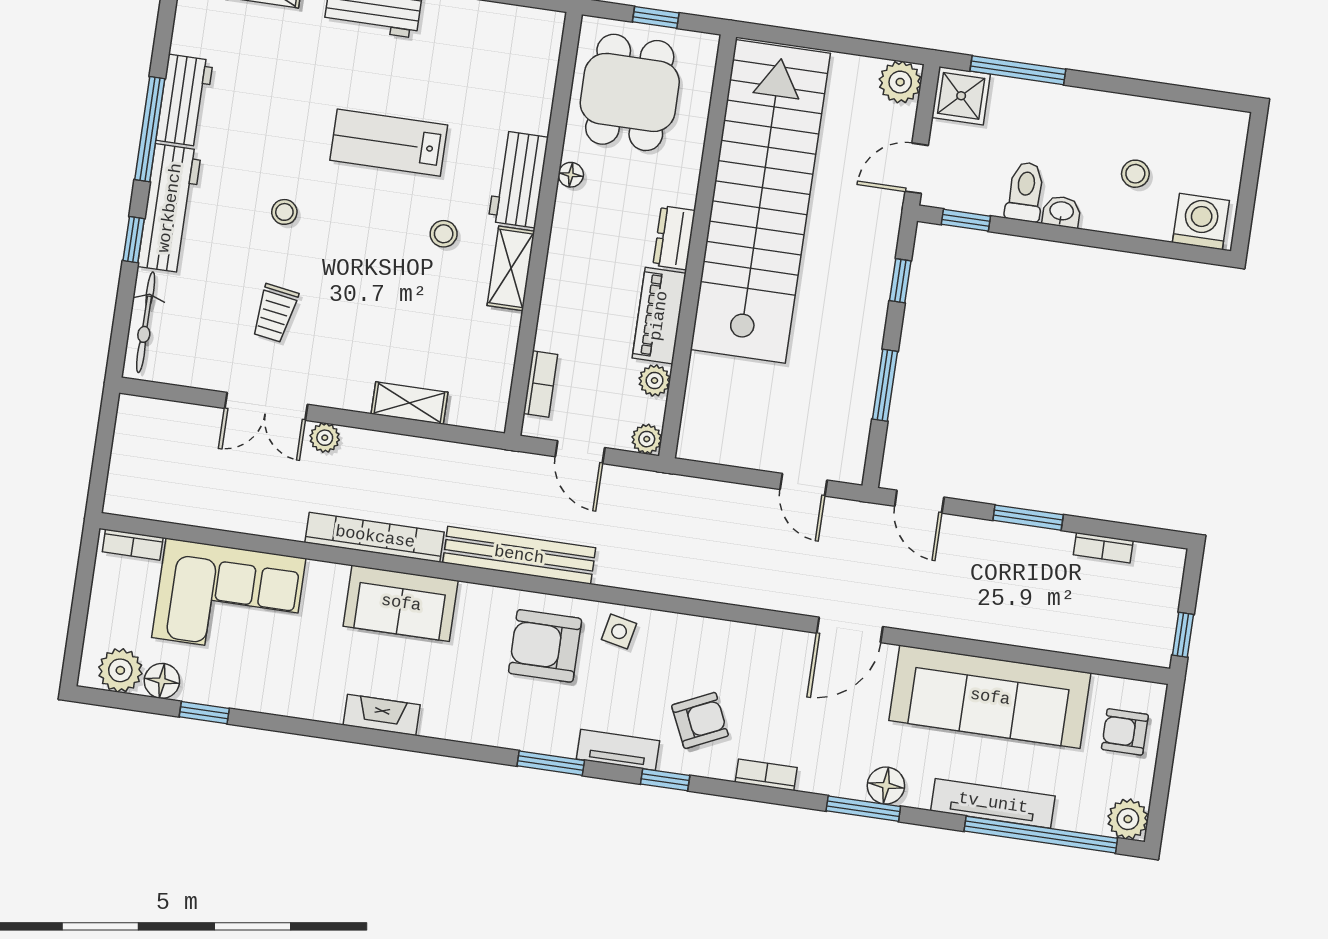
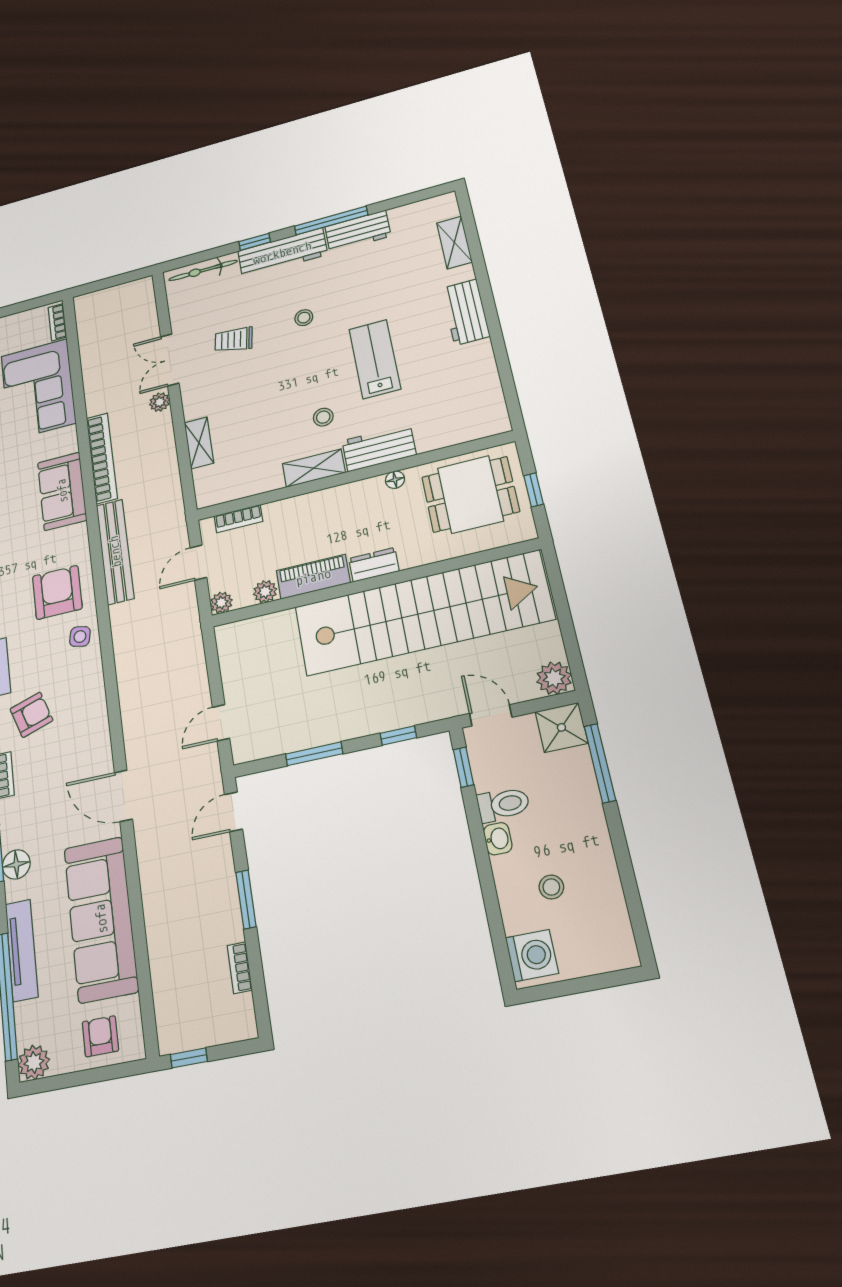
armchair: (700, 720) -> (31, 715), turned -83

